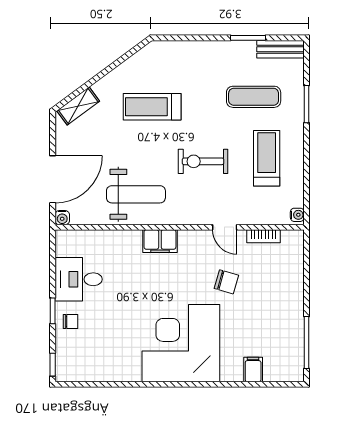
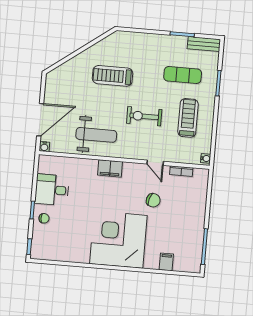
shelving: (78, 106) -> (62, 71), removed

